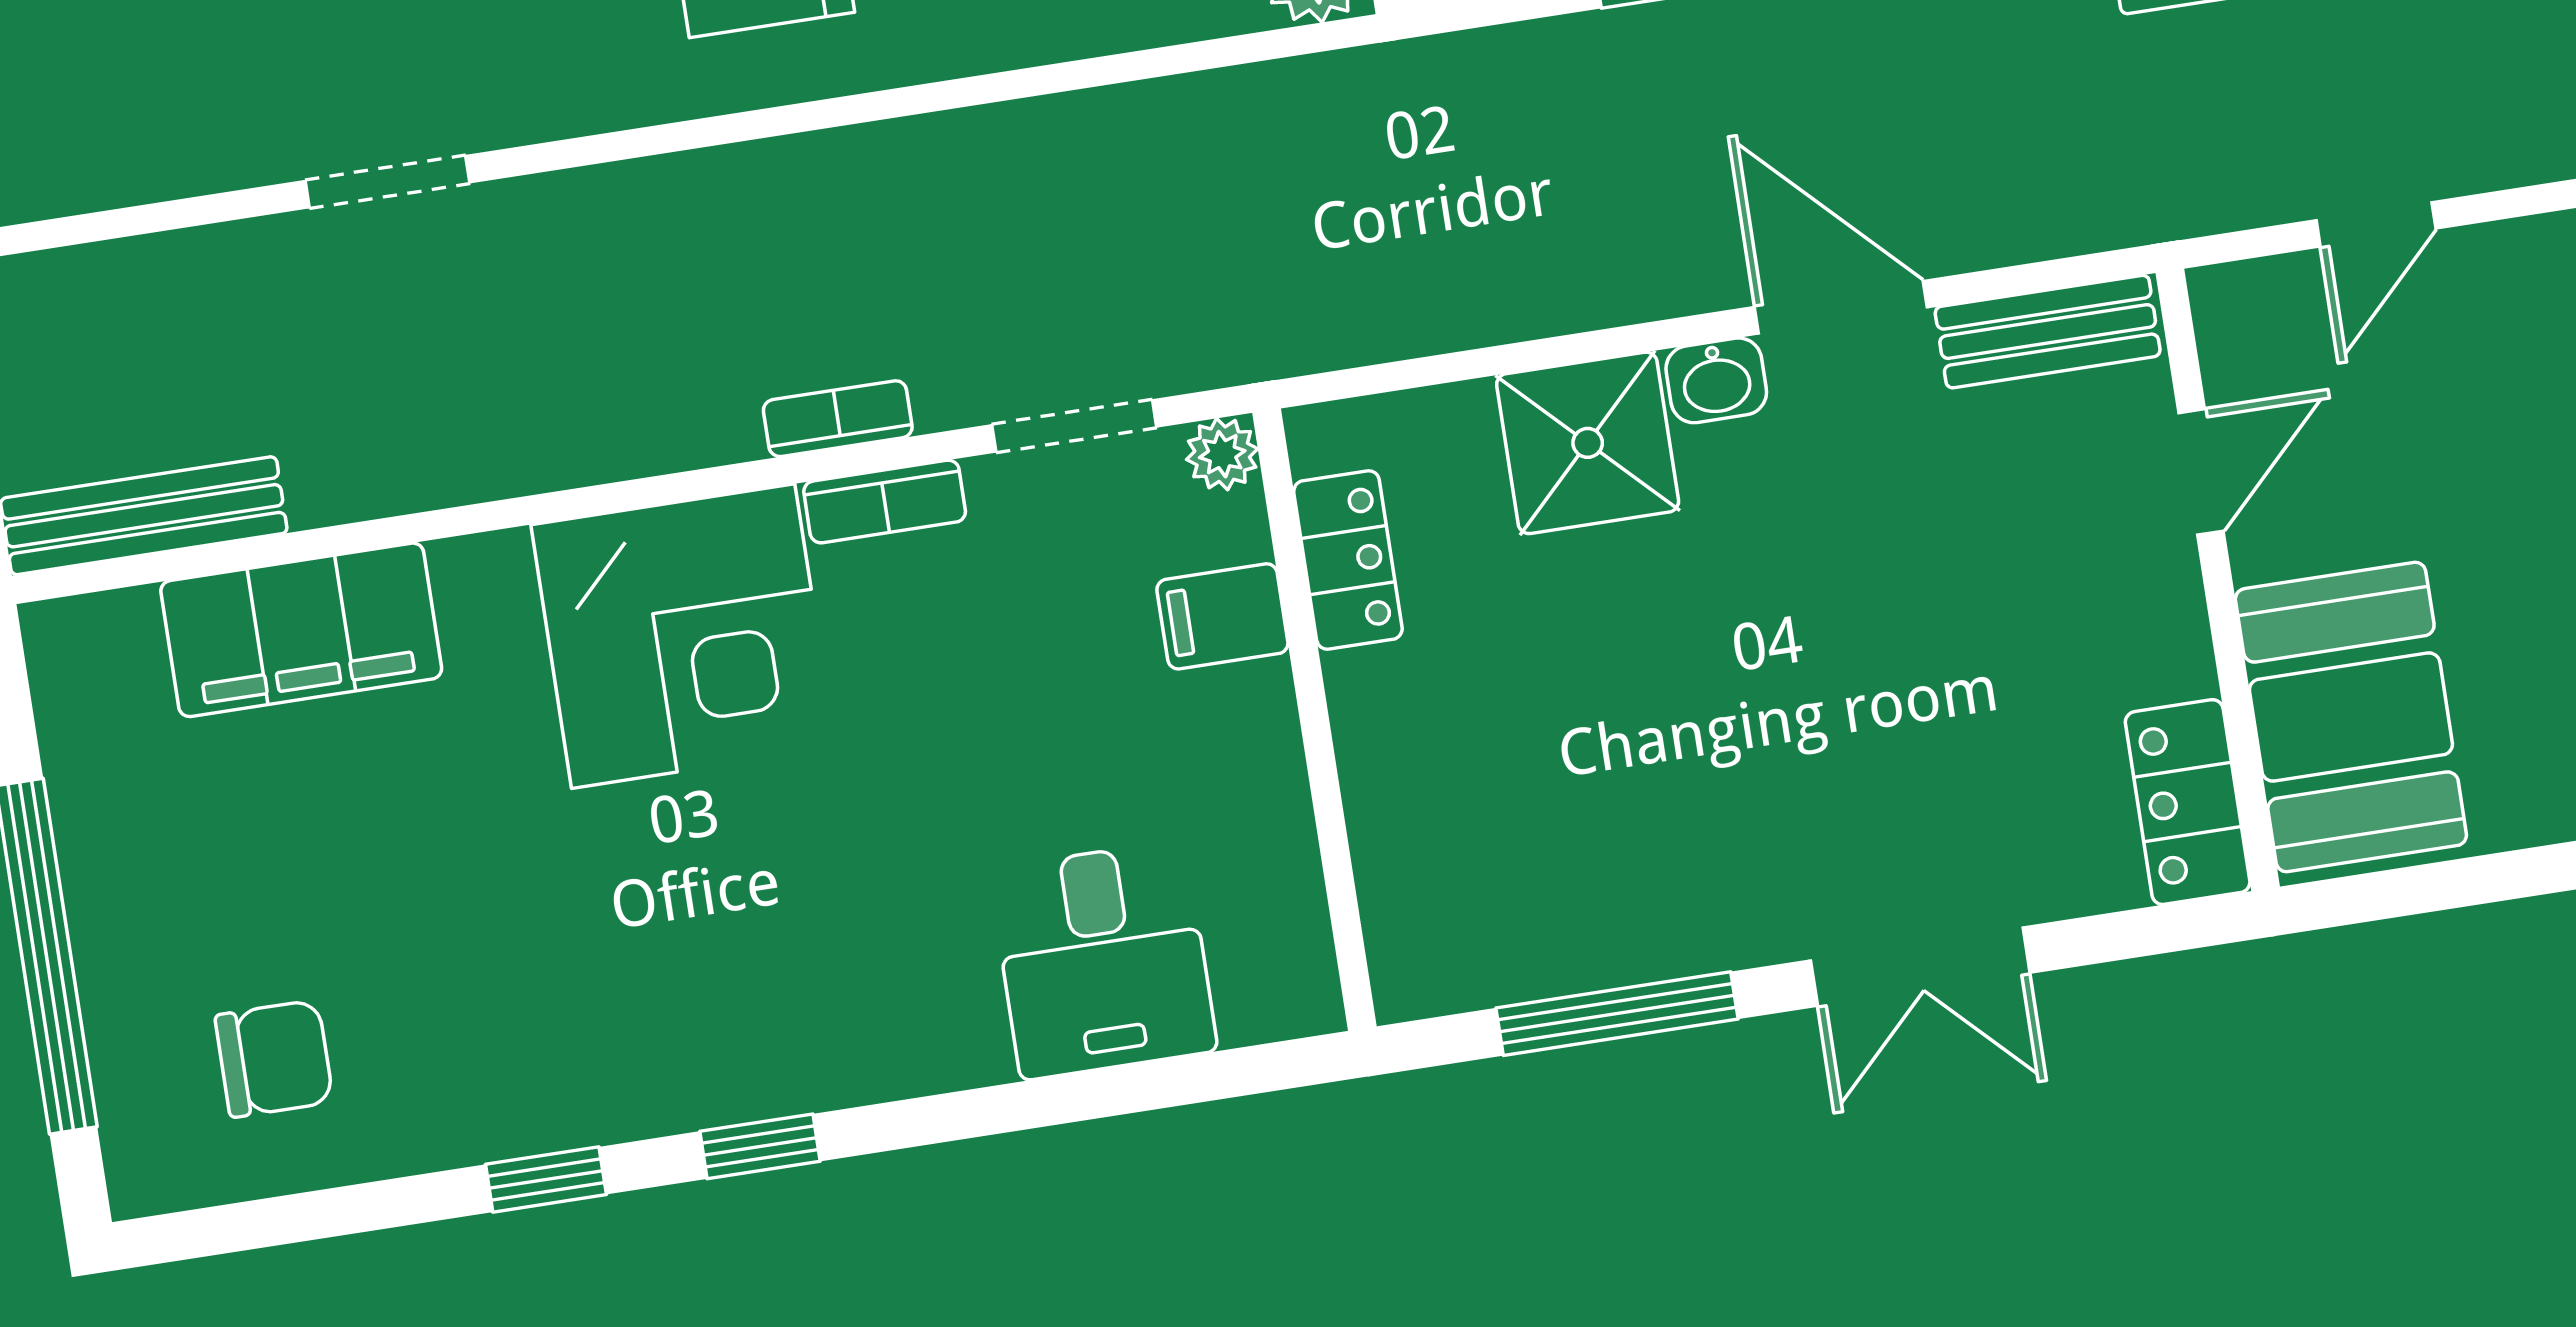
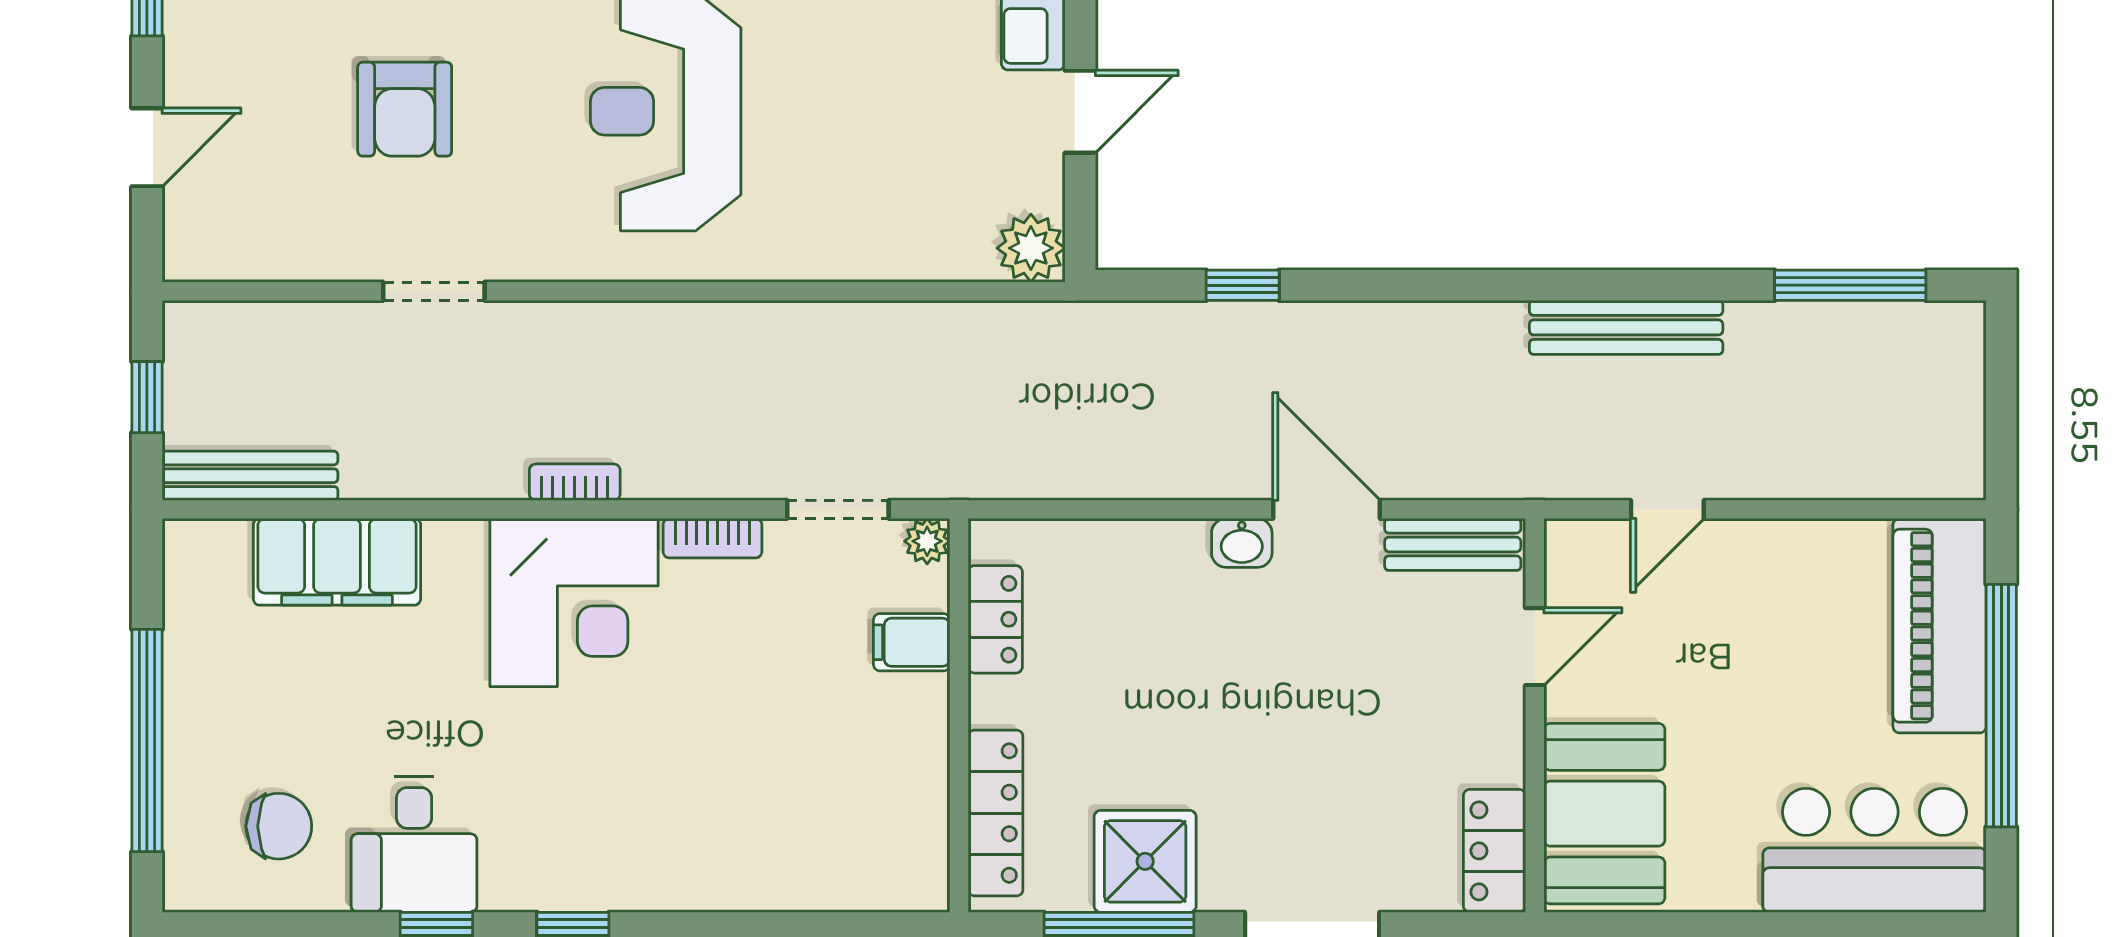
bookcase: (838, 419) -> (575, 482), moved
shower: (1588, 443) -> (1145, 861), moved
locker: (1396, 864) -> (996, 813), added
desk: (1103, 960) -> (414, 845), moved

